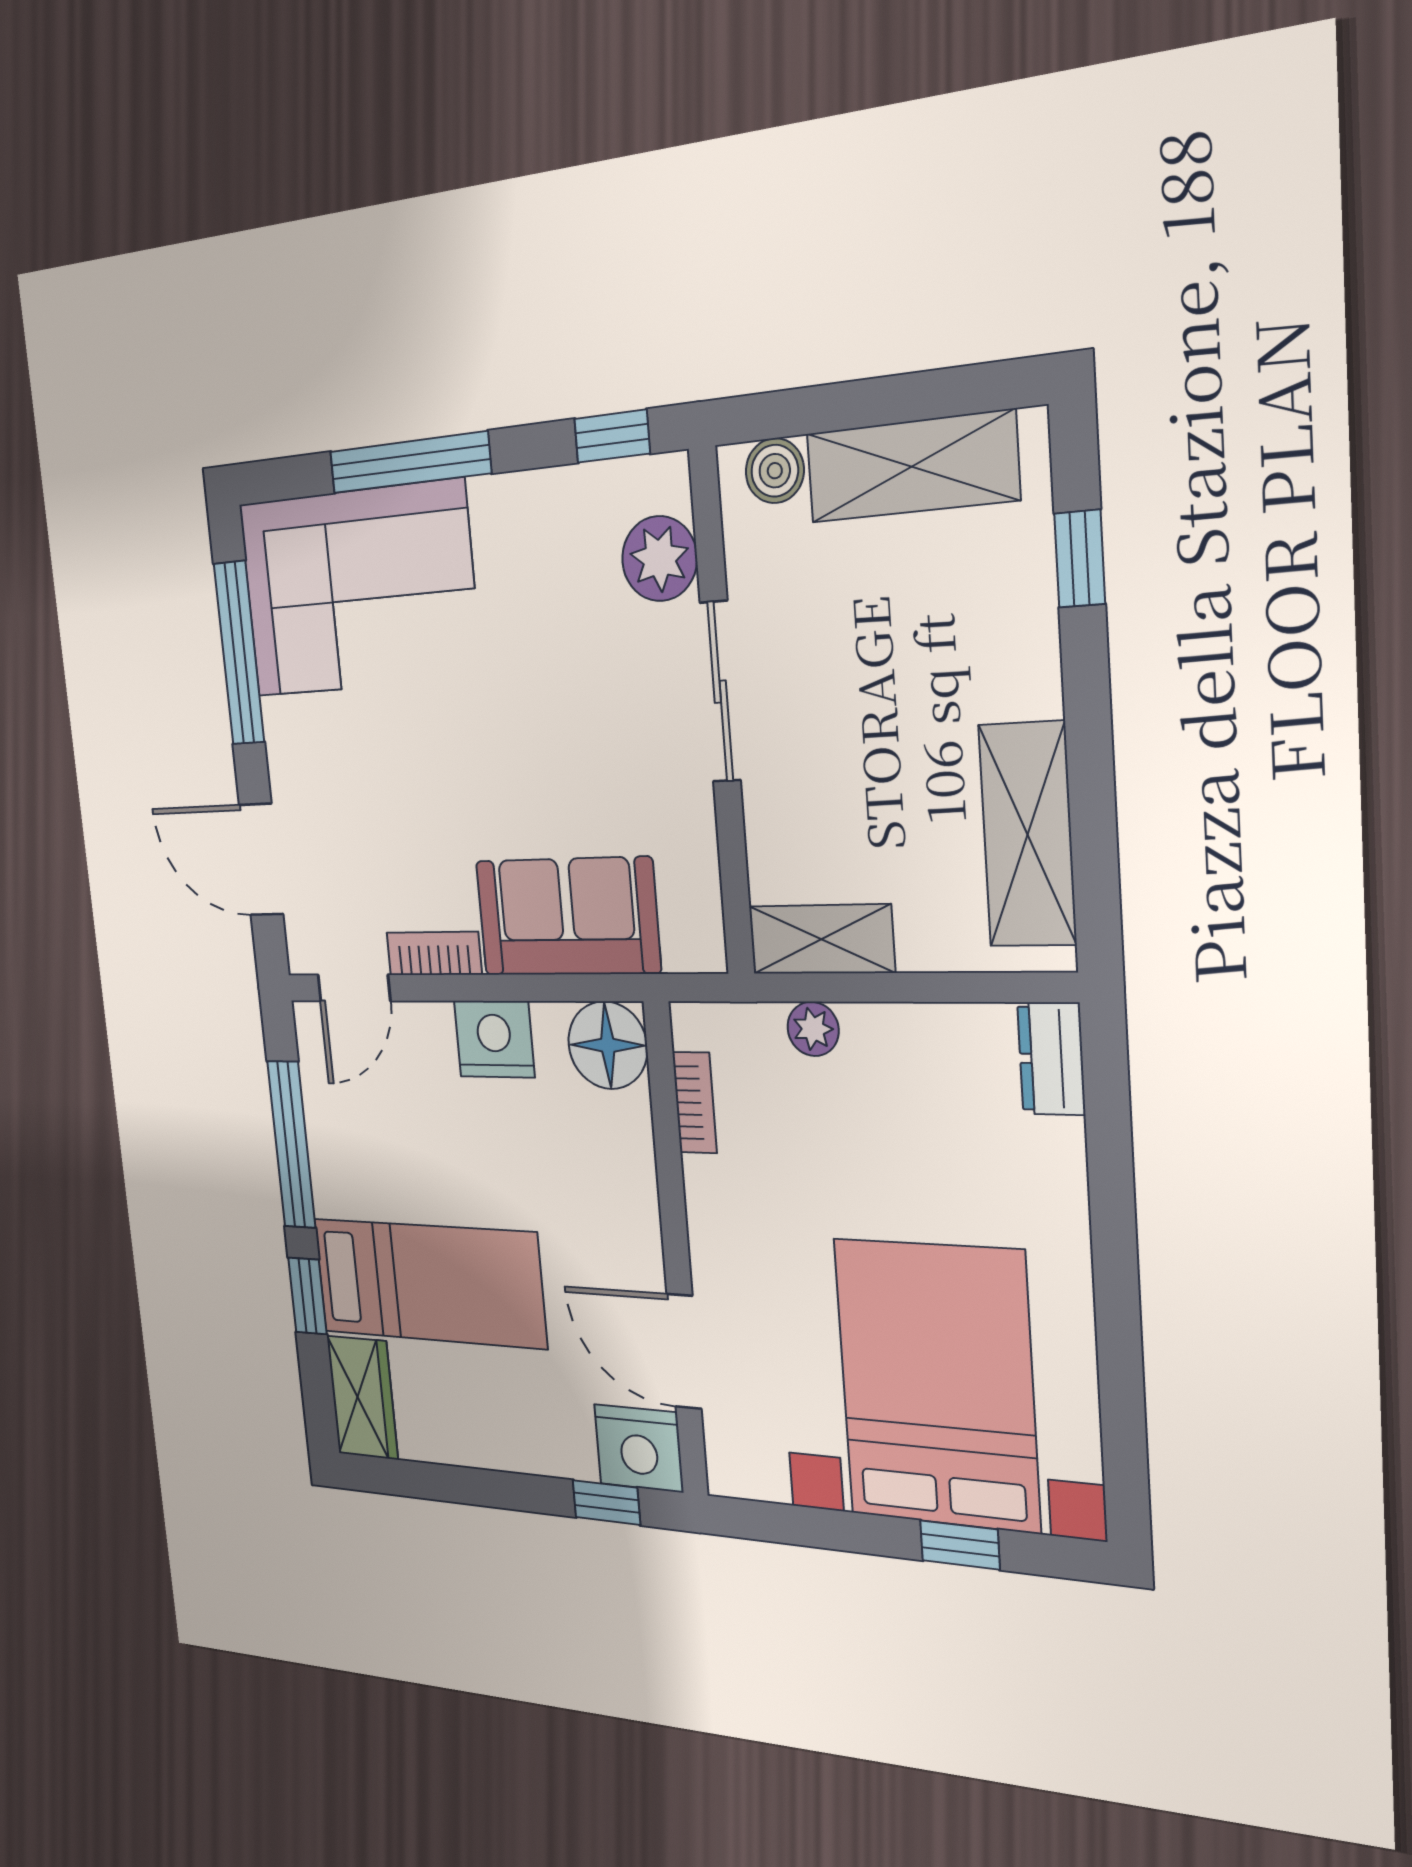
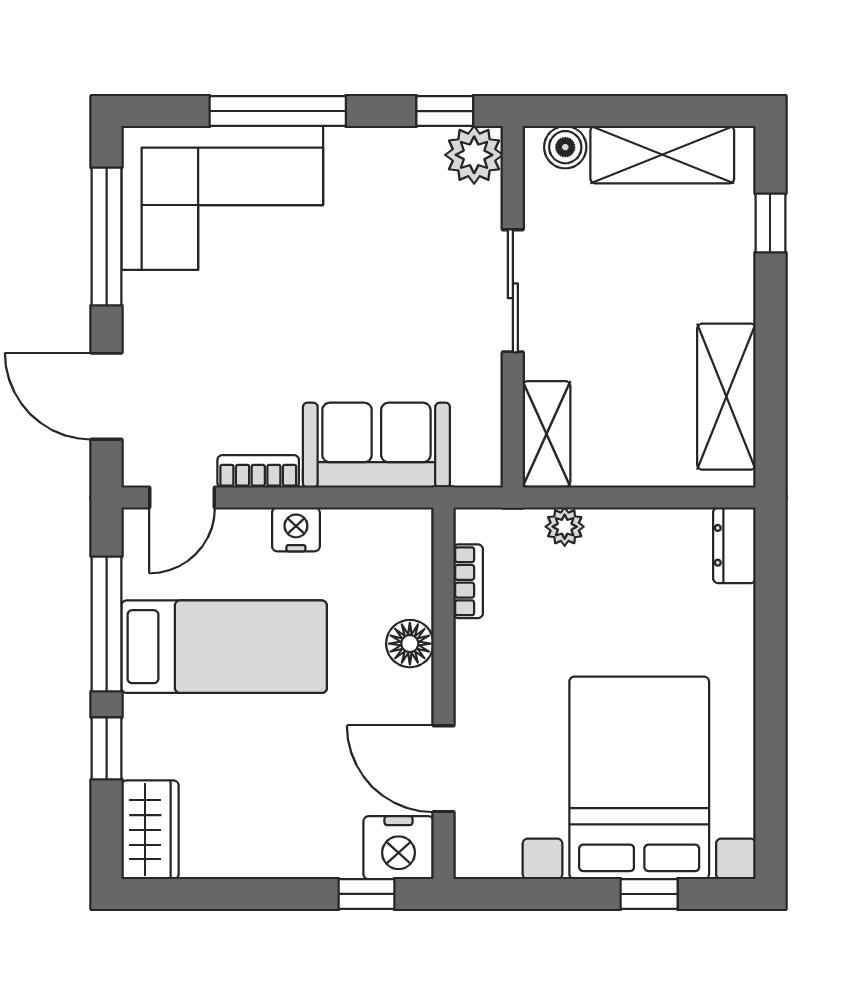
plant: (659, 559) -> (474, 155), moved
shelving: (821, 939) -> (547, 434), moved, turned 90
nightstand: (494, 1039) -> (296, 529), width x0.74, depth x0.75
floor lamp: (608, 1045) -> (410, 644), moved, width x0.73, depth x0.73
bed: (428, 1283) -> (224, 647), moved

